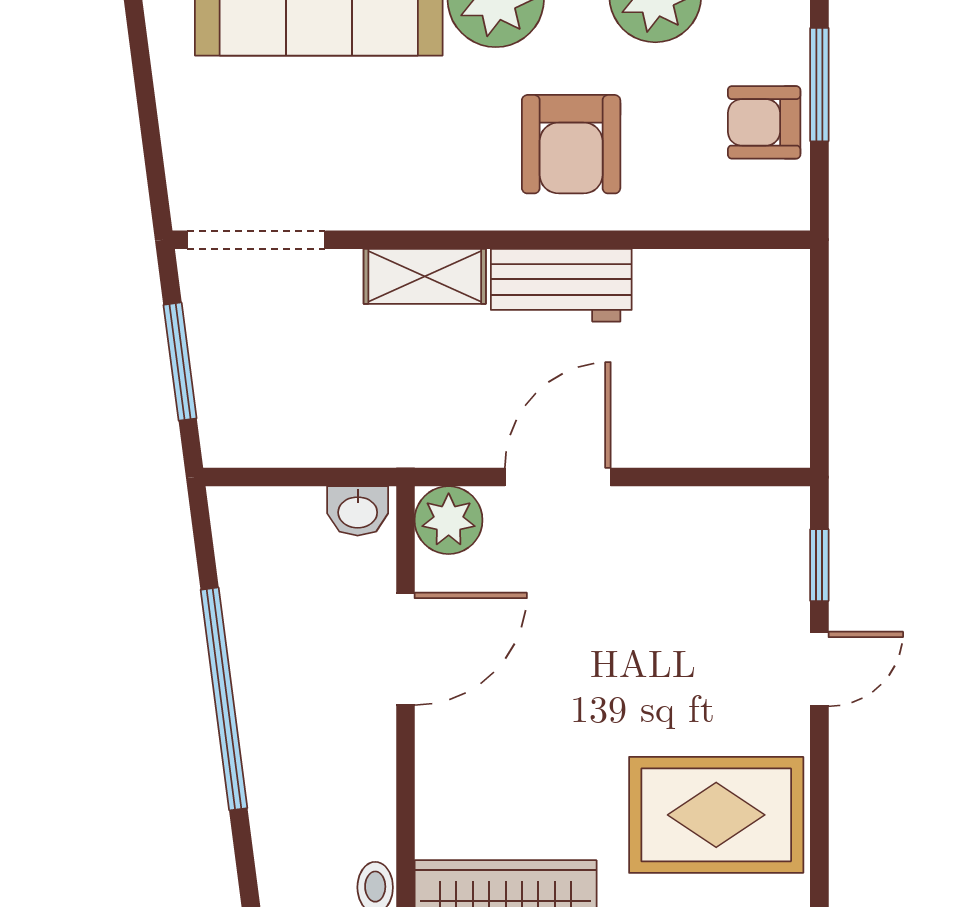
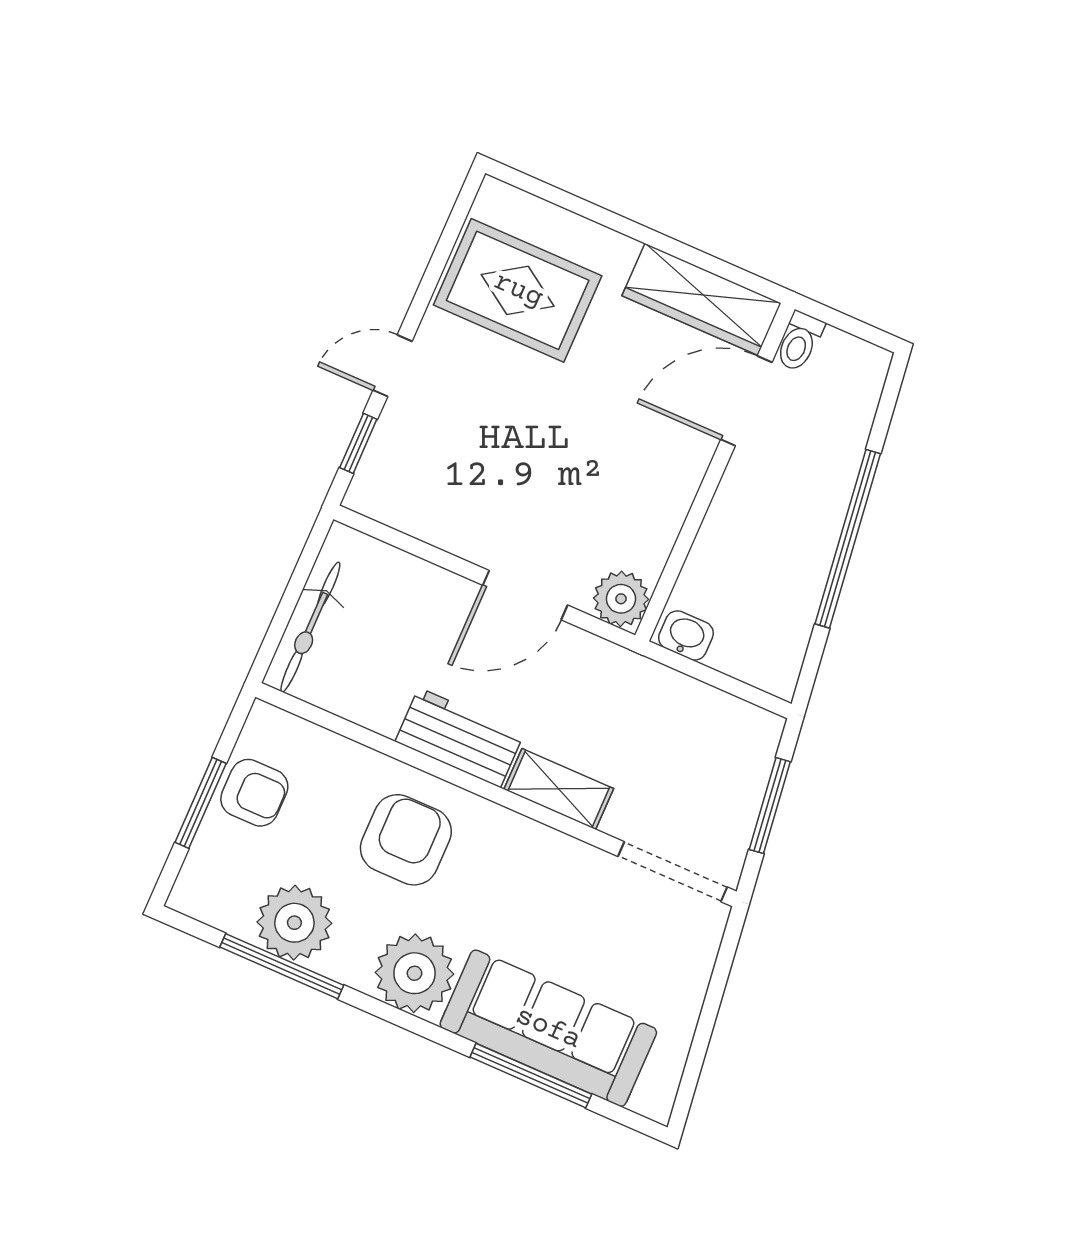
bicycle: (783, 336) -> (310, 627), added
door: (405, 649) -> (746, 401), moved

